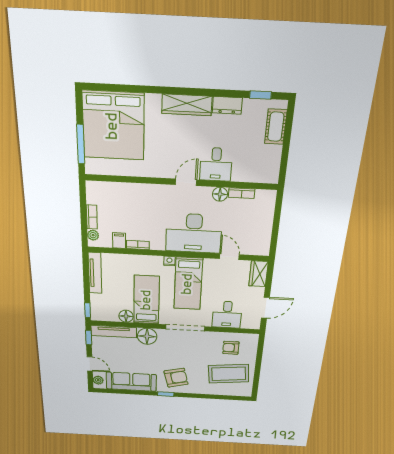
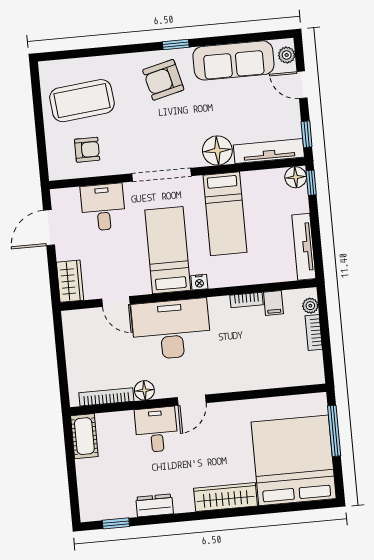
wardrobe: (187, 105) -> (225, 497), moved
cot: (276, 127) -> (84, 436), moved
bookcase: (242, 193) -> (106, 397), width x1.56
floor lamp: (126, 316) -> (296, 177), moved

